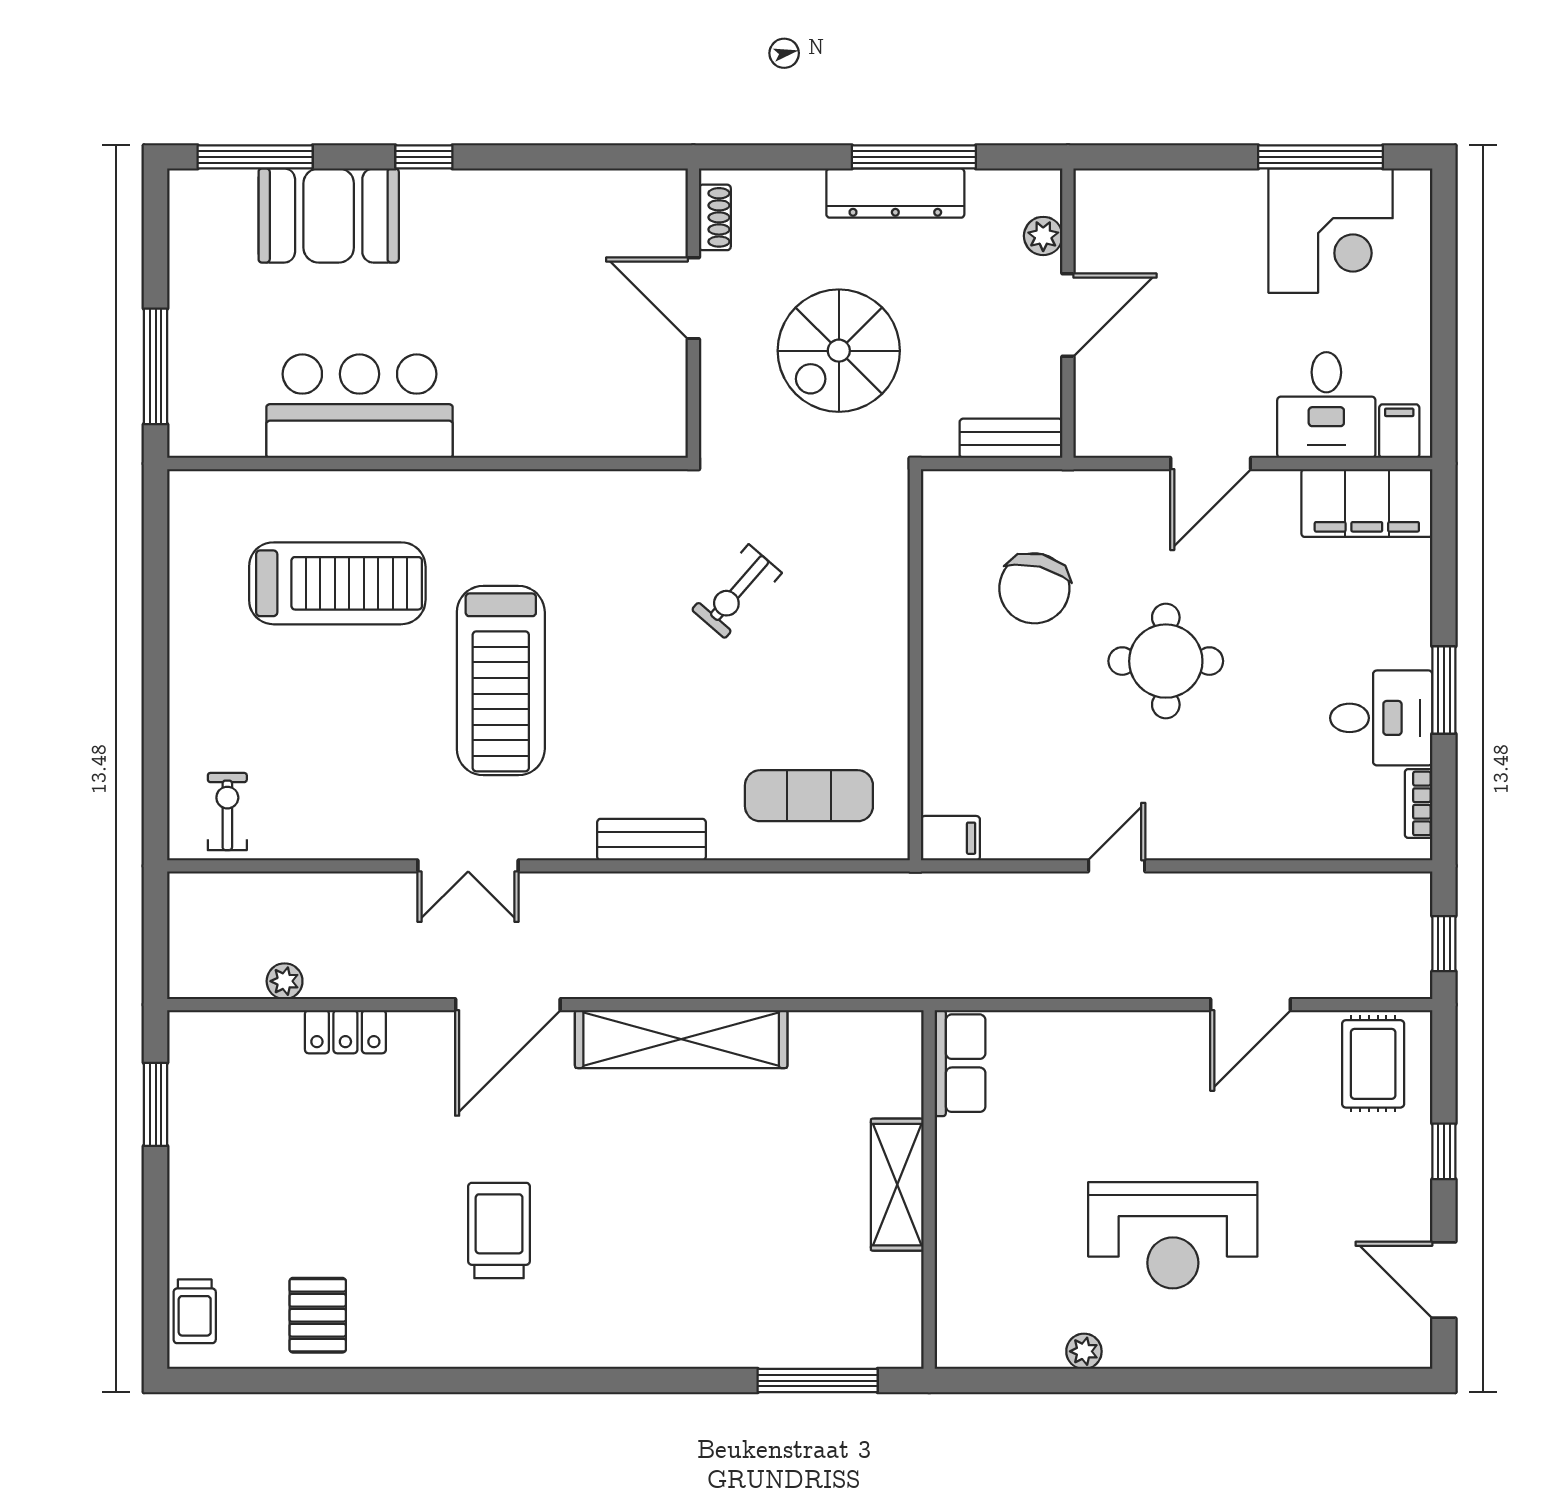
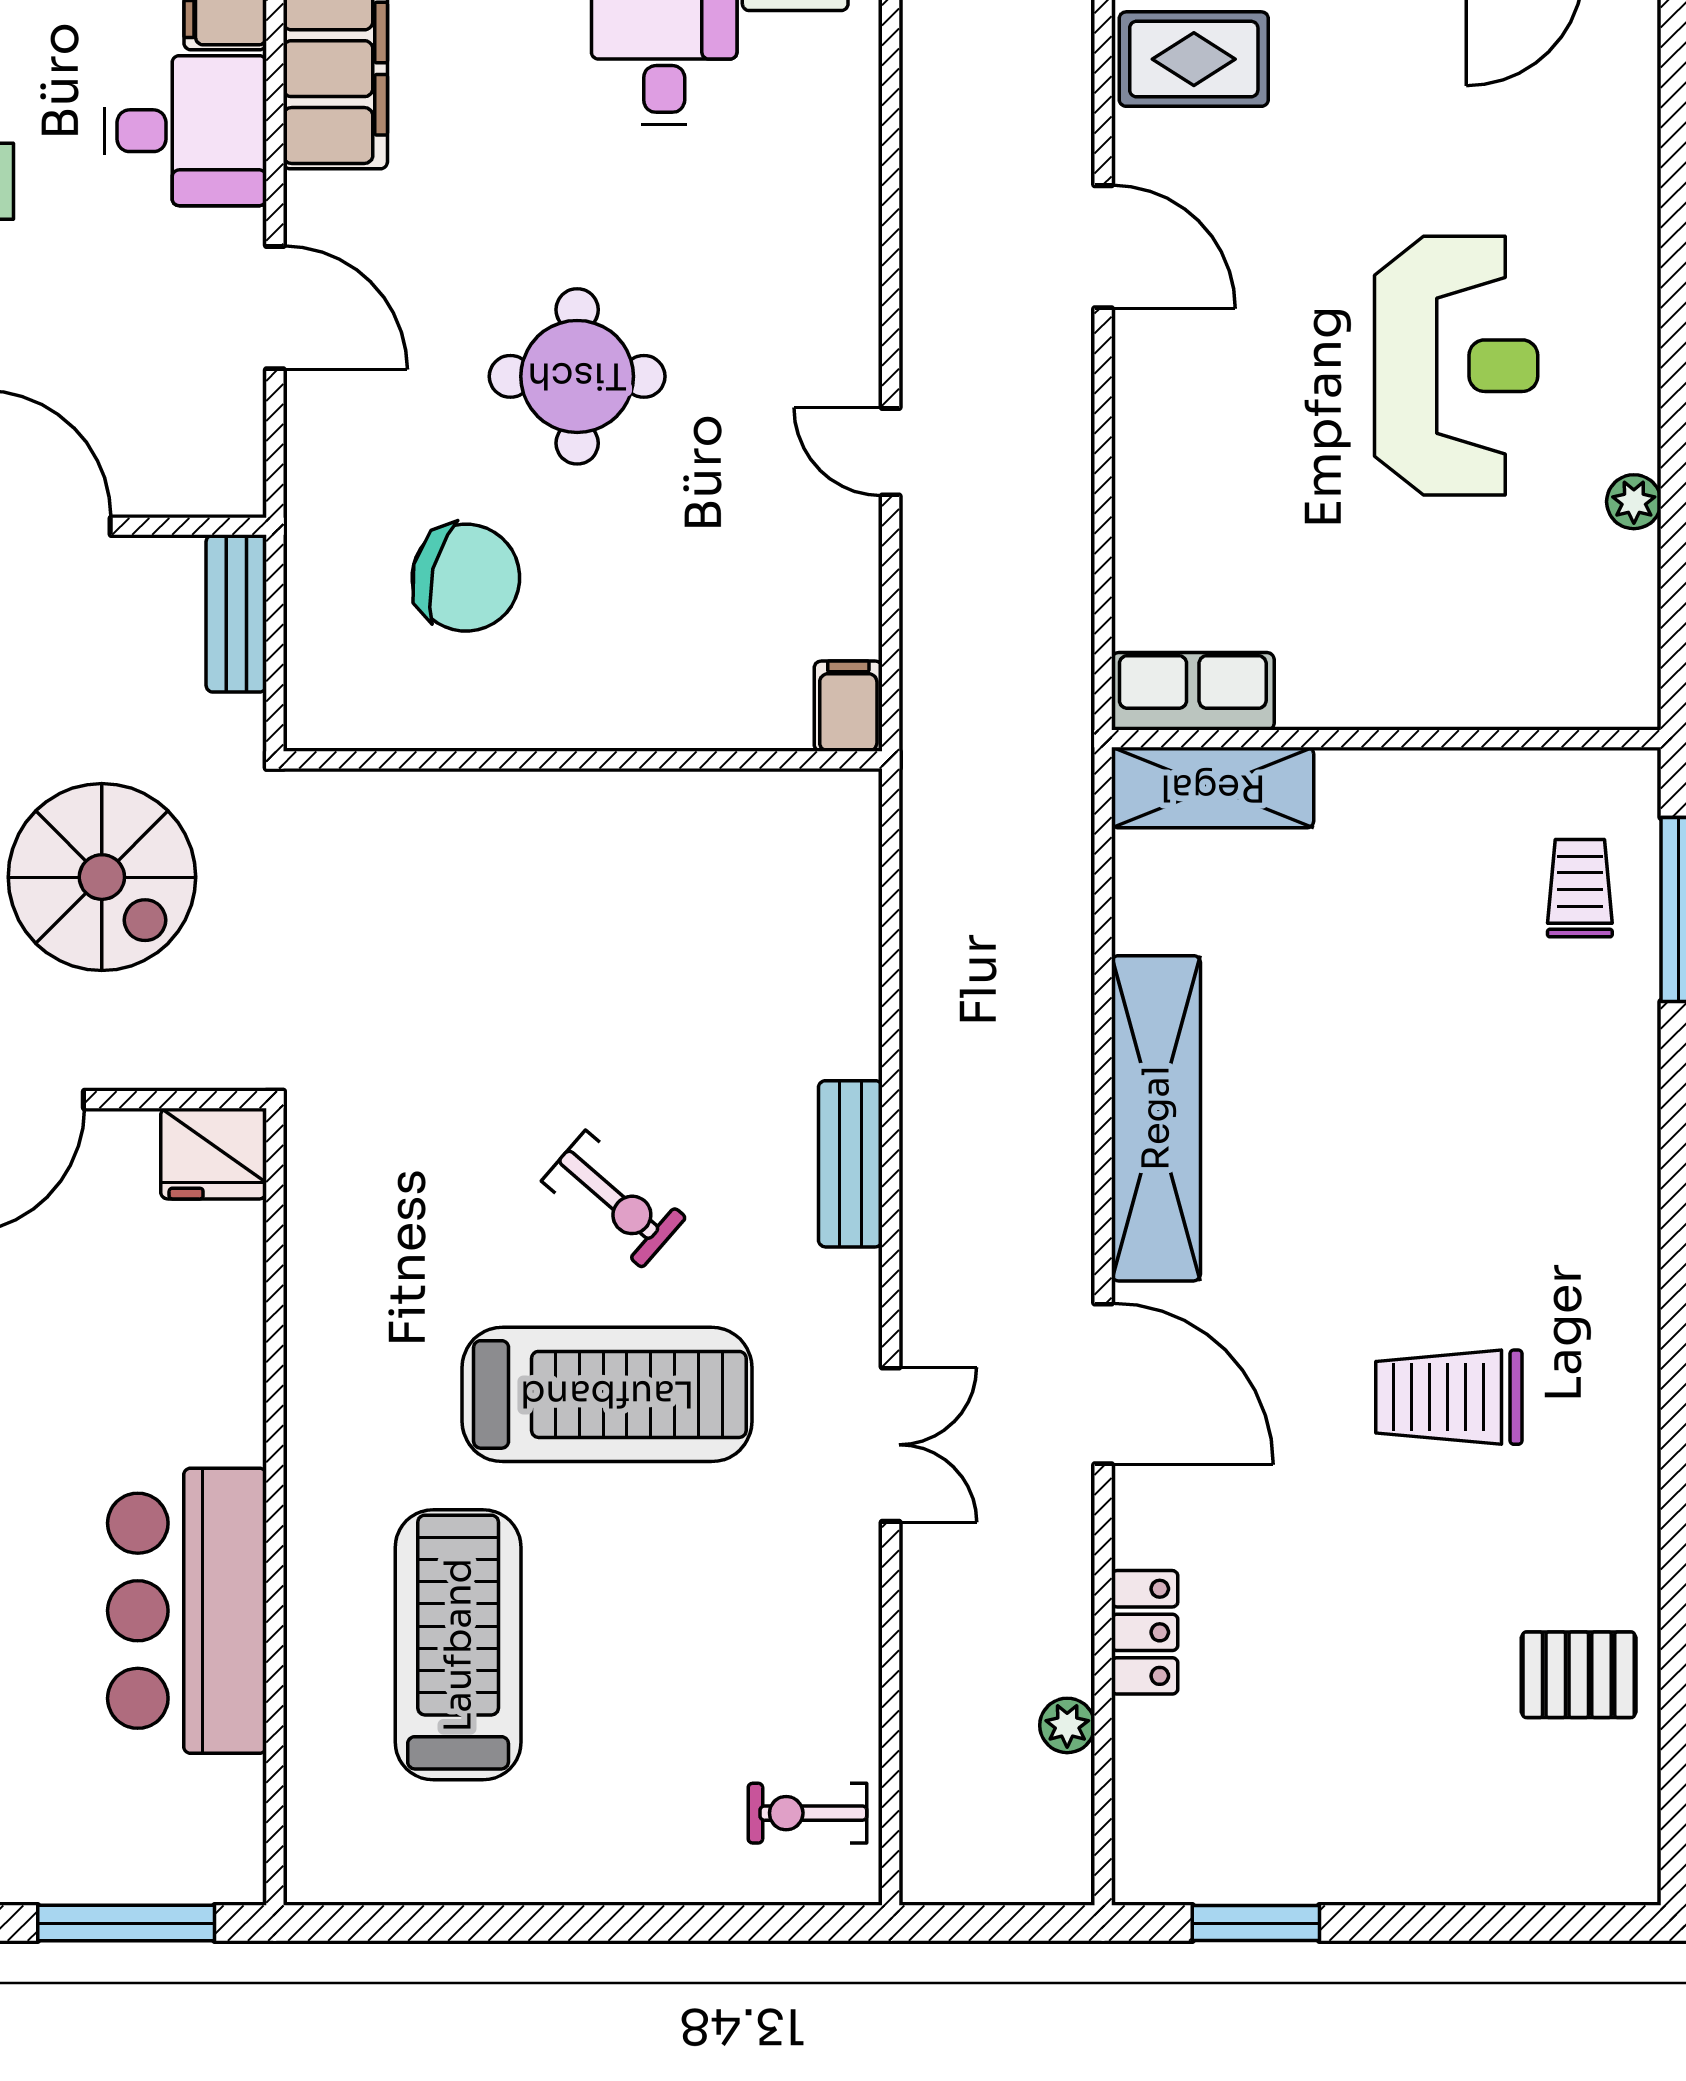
fridge: (658, 424) -> (214, 1154), added
exercise bike: (737, 591) -> (614, 1199), moved
exercise mat: (809, 796) -> (783, 923), removed
shelving: (897, 1185) -> (1213, 788), moved
trolley: (195, 1311) -> (1580, 888), moved, turned -90

